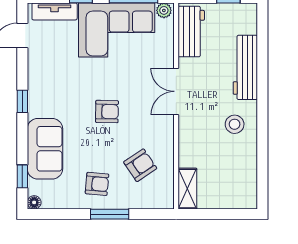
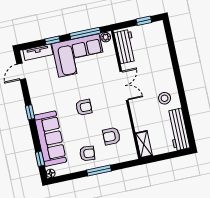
workbench: (245, 67) -> (178, 129), moved
double door: (176, 91) -> (124, 86), swing flipped
sofa: (45, 149) -> (50, 139), width x1.36
armchair: (140, 165) -> (111, 136), turned -146

